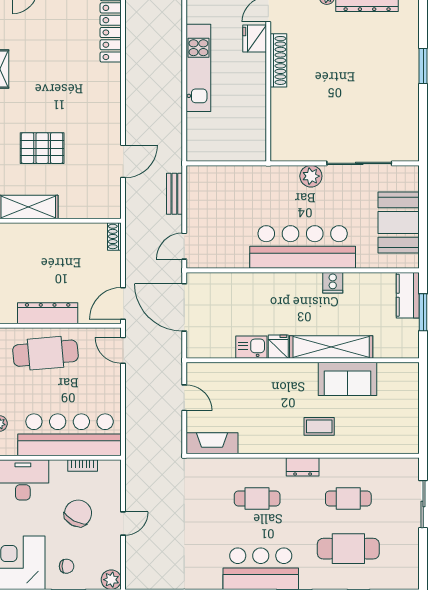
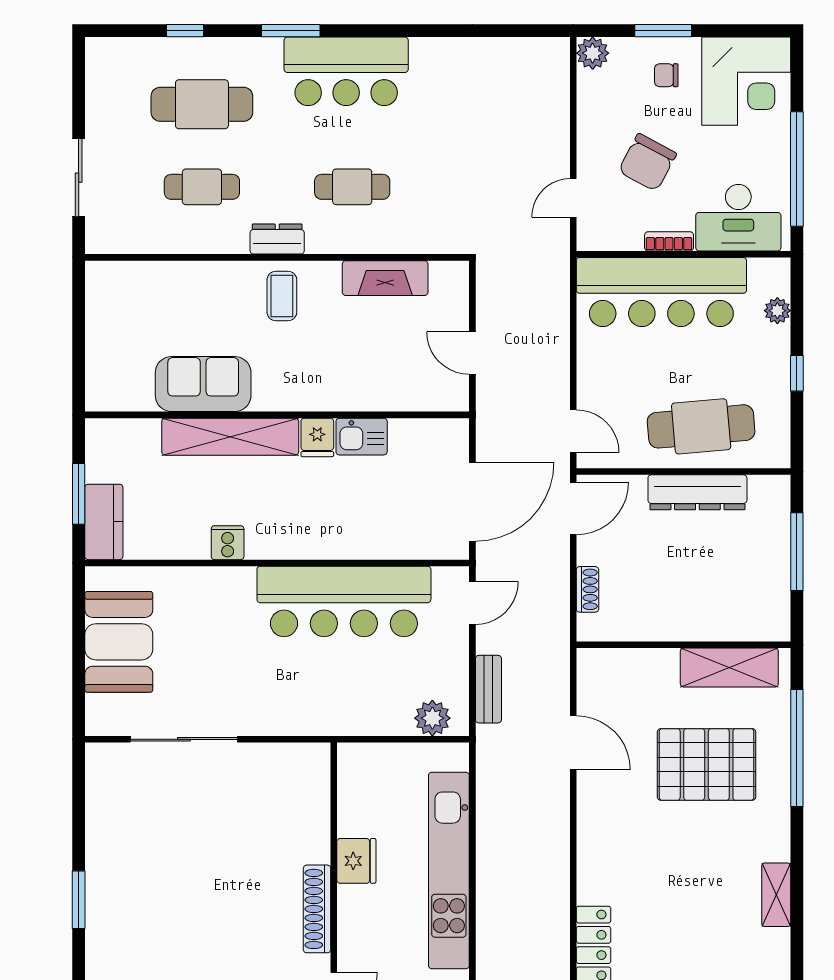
fridge: (255, 39) -> (356, 861), moved
kitchen unit: (198, 68) -> (449, 870), width x1.36
pallet: (42, 148) -> (707, 764), width x1.37, depth x1.41
door: (123, 161) -> (573, 743), swing flipped
plant: (311, 176) -> (432, 718), moved
shoe rack: (114, 236) -> (587, 589), moved
bar counter: (303, 247) -> (344, 601), moved
door: (184, 307) -> (472, 502), hinge flipped
coffee table: (319, 426) -> (282, 296), moved, turned 90
fireplace: (212, 443) -> (385, 278), moved
bookcase: (83, 465) -> (669, 241), moved
door: (123, 524) -> (573, 198), moved

